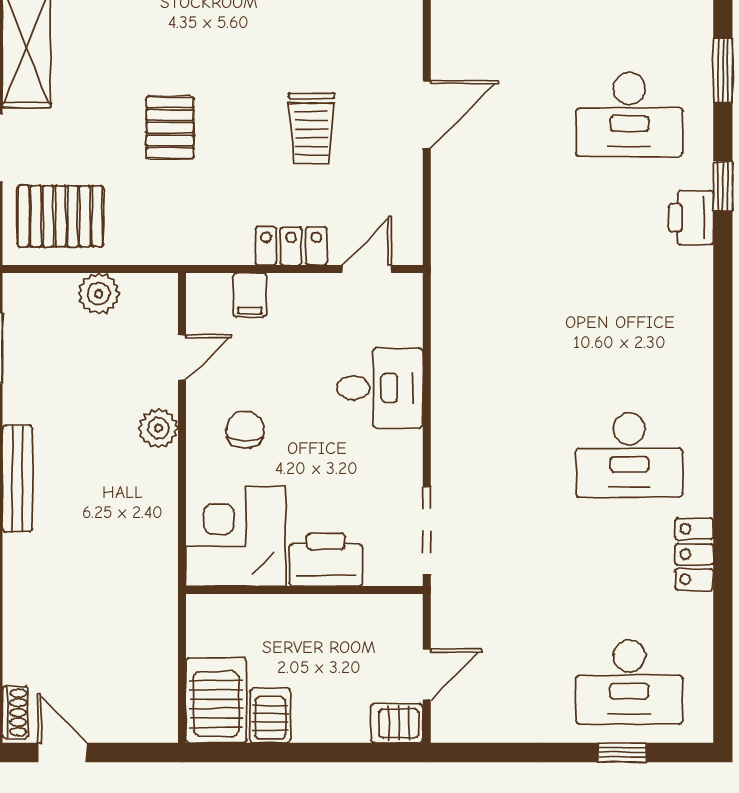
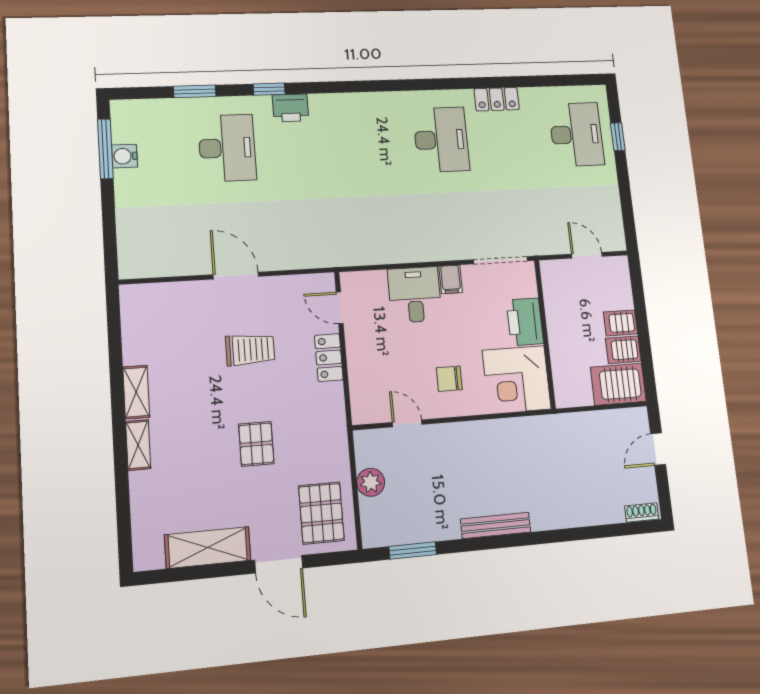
pallet: (170, 128) -> (256, 444), turned 90
filing cabinet: (250, 295) -> (451, 279), moved, turned 90
plant: (158, 428) -> (454, 435), removed
server rack: (397, 723) -> (621, 323), moved, turned 90
door: (62, 753) -> (658, 449), moved

